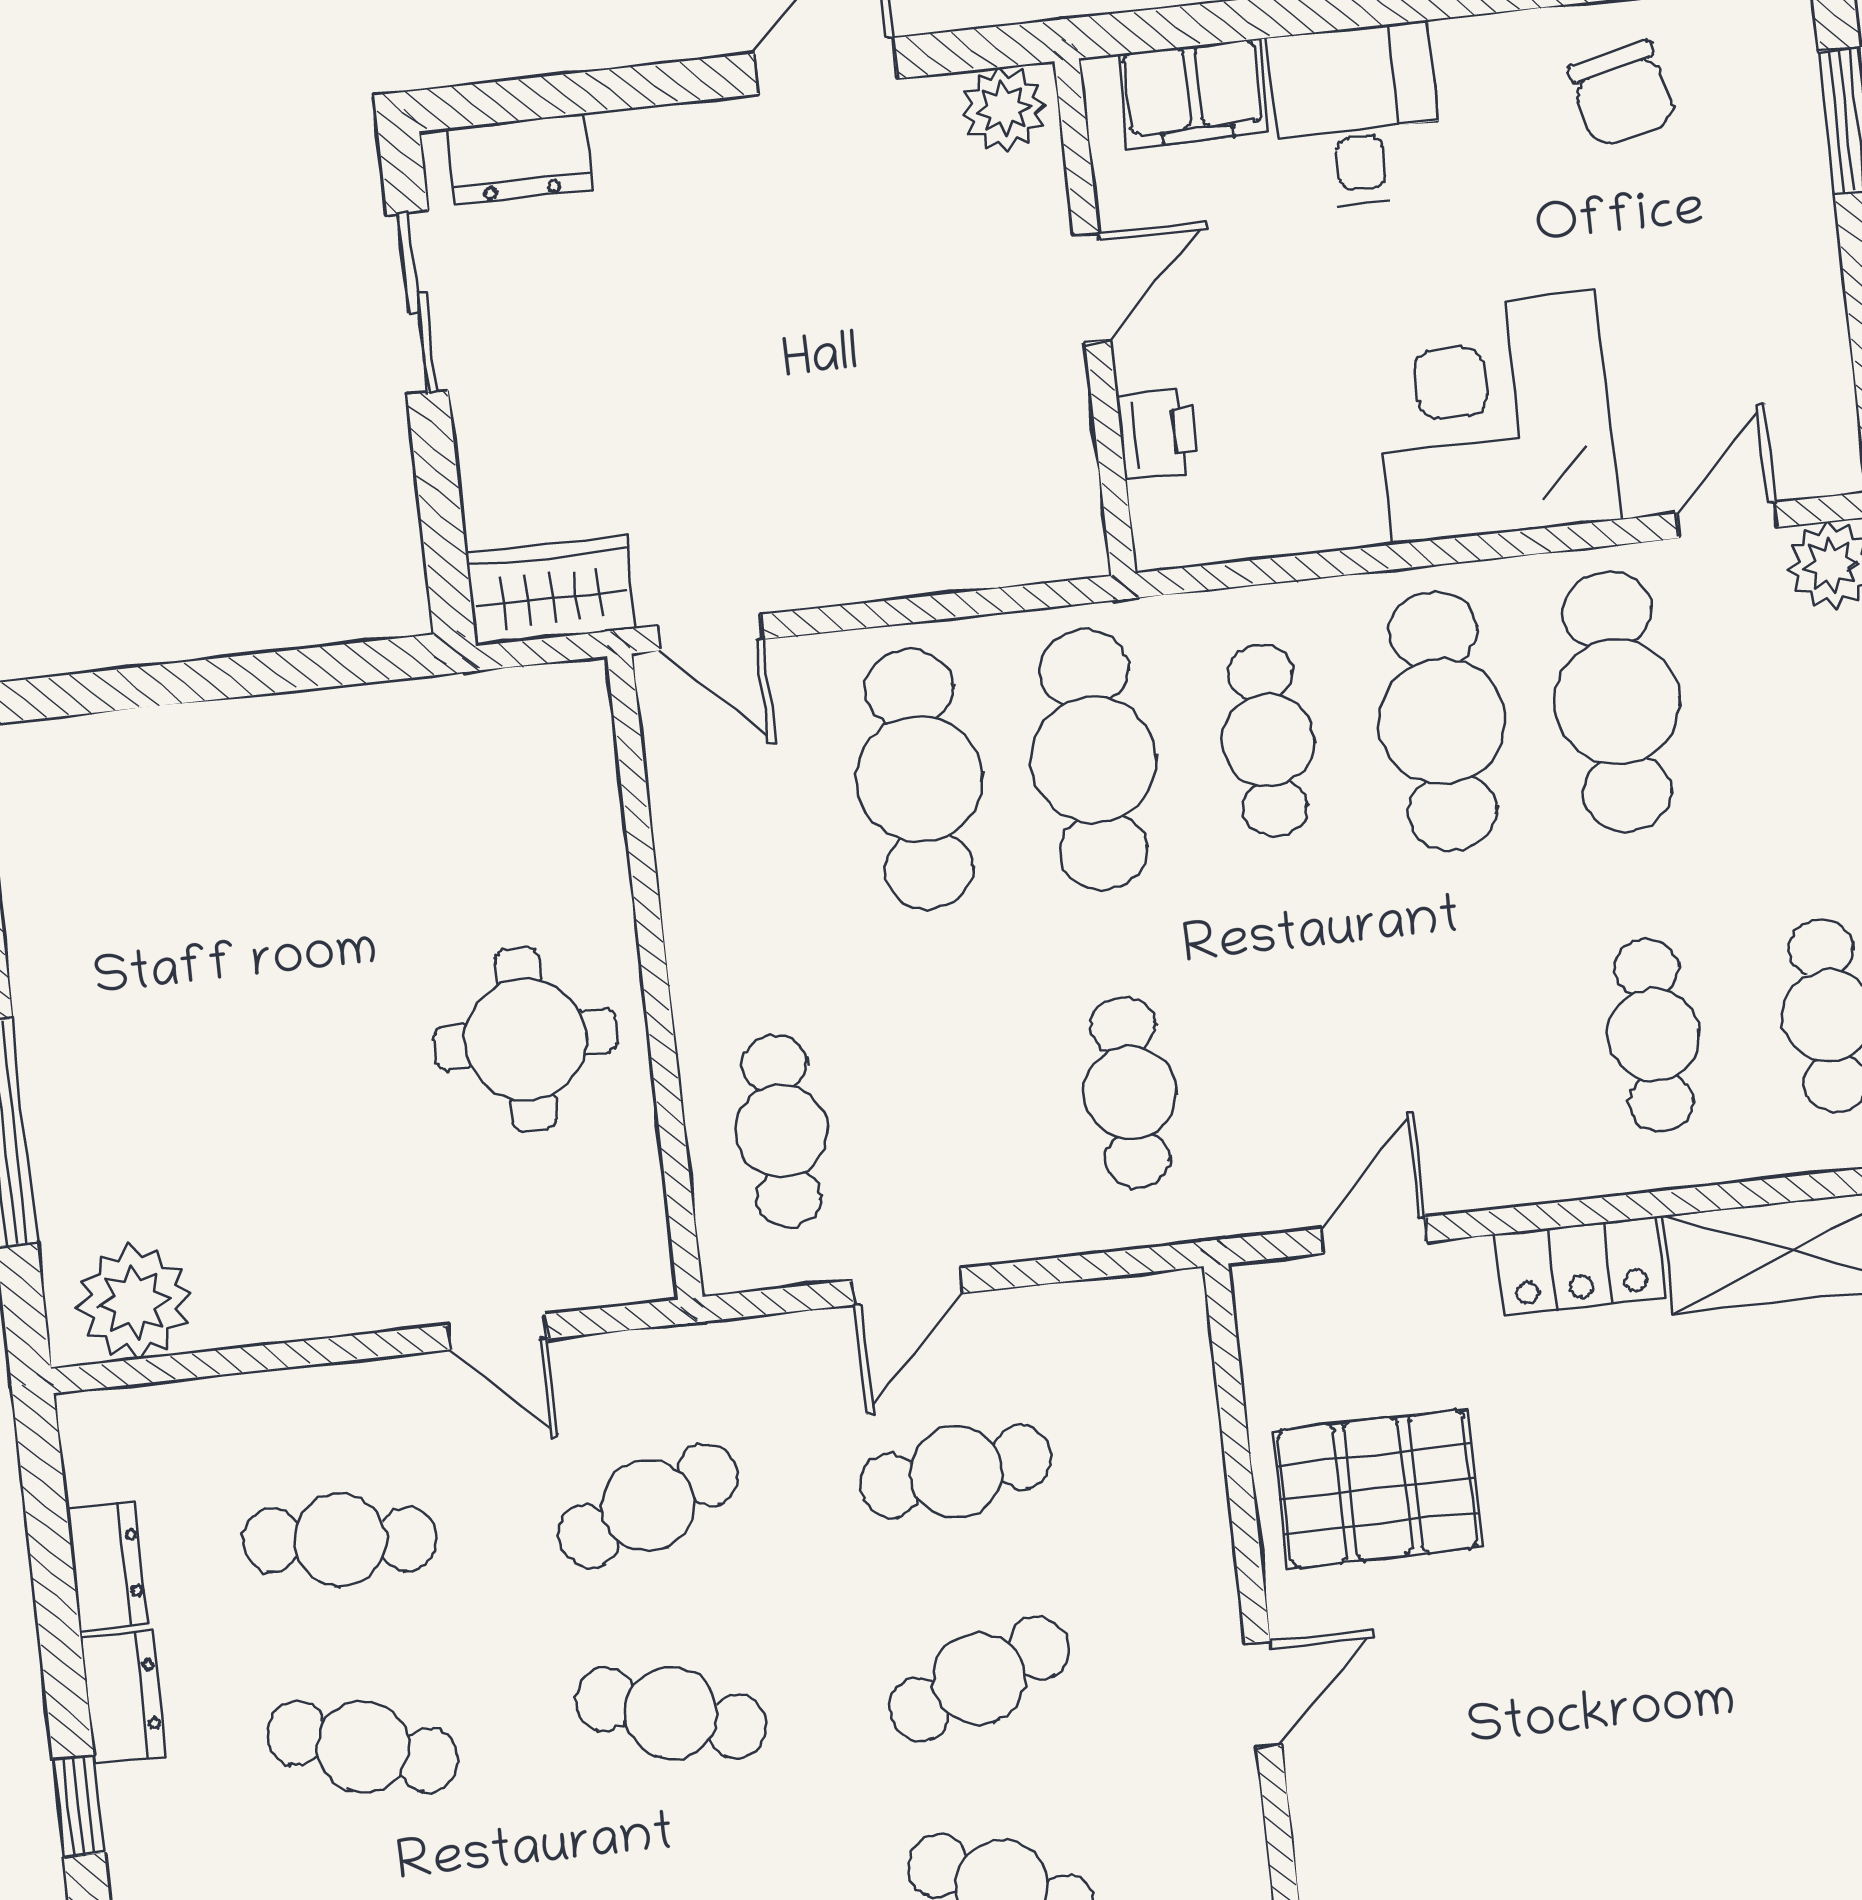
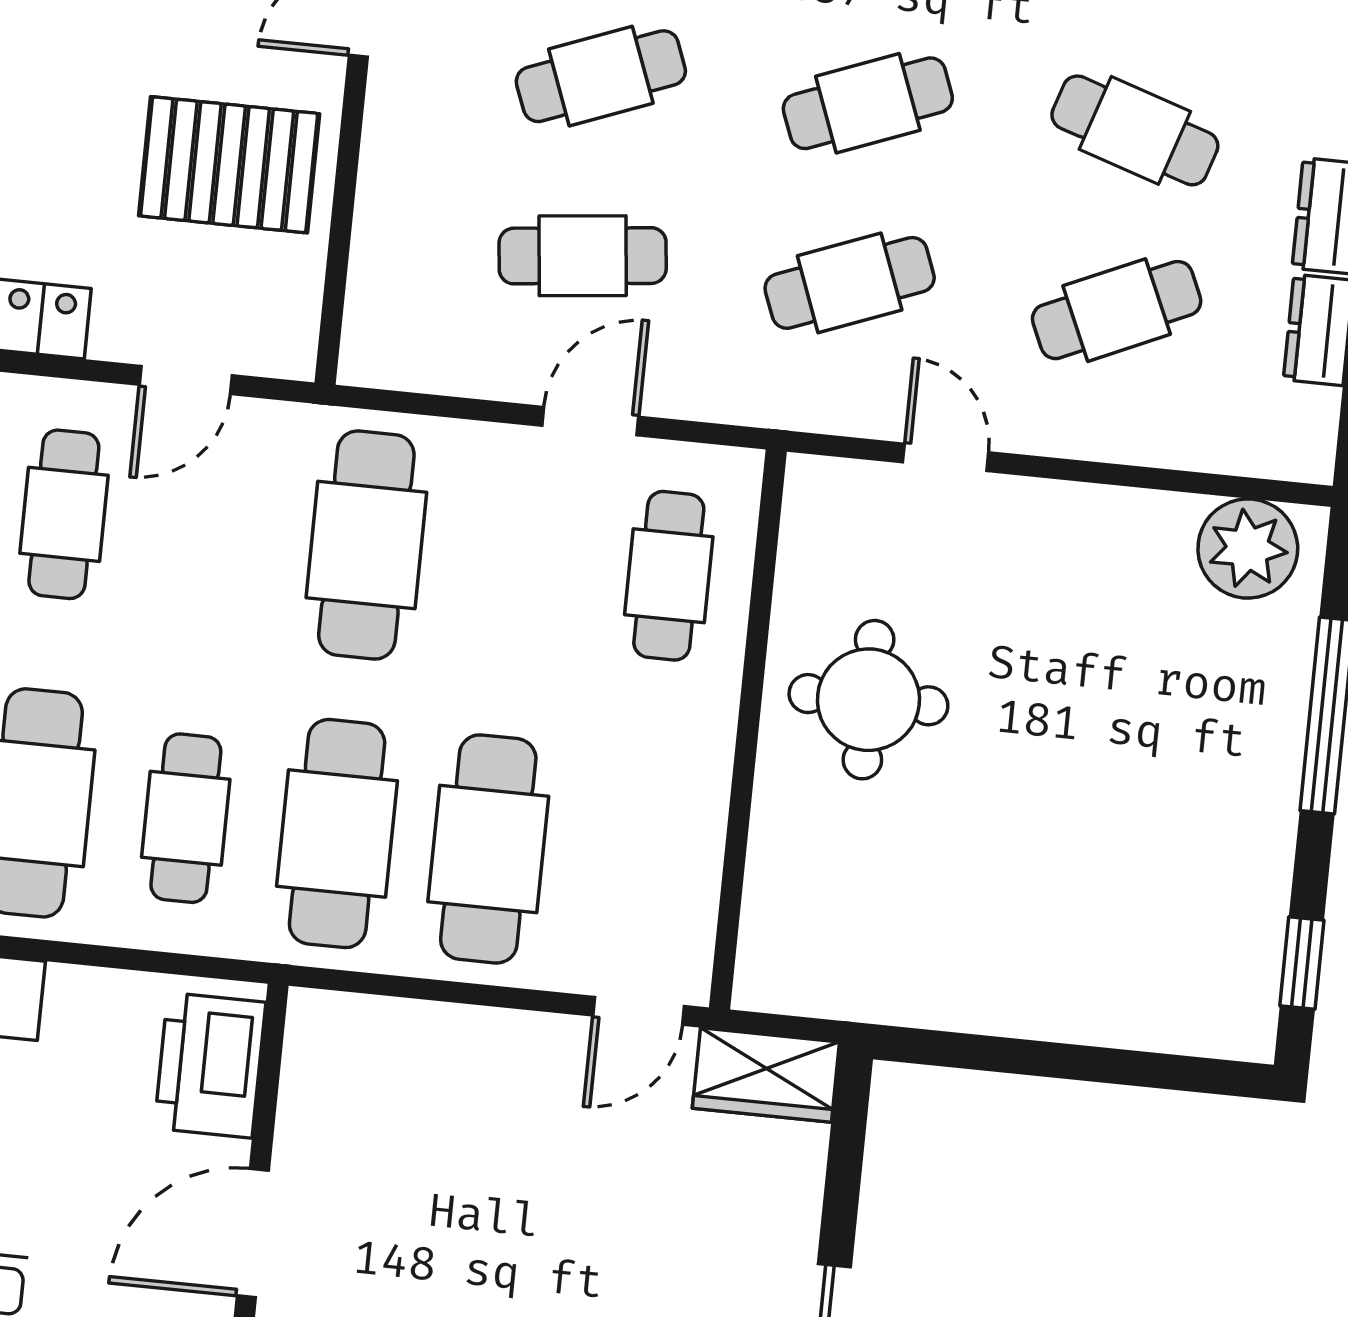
door: (1092, 288) -> (253, 1233), width x1.38
printer: (1159, 433) -> (210, 1065), width x1.87, depth x1.48
door: (710, 632) -> (639, 1011), swing flipped
cafe table: (1479, 1054) -> (64, 514), added
cafe table: (1130, 1093) -> (366, 545), width x1.37, depth x1.35
cafe table: (340, 1540) -> (1117, 310), turned -30
cafe table: (671, 1713) -> (868, 103), turned -39

